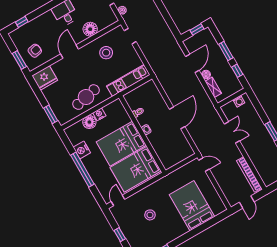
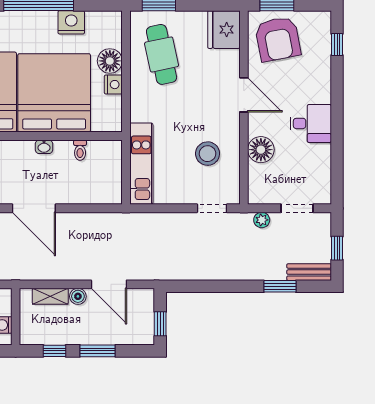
armchair: (35, 51) -> (278, 39), width x1.88, depth x1.88
cafe table: (86, 97) -> (162, 54), moved
bed: (121, 144) -> (54, 93), width x1.36

